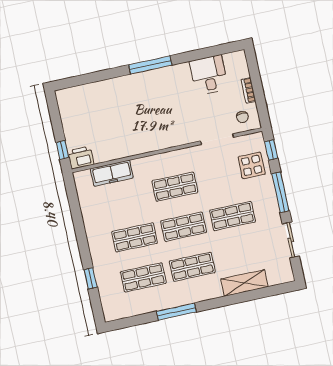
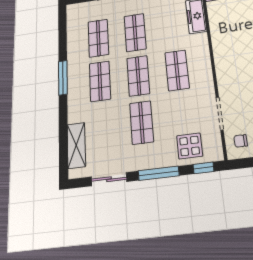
shelving: (244, 283) -> (76, 145), moved
window: (176, 312) -> (63, 78), moved

